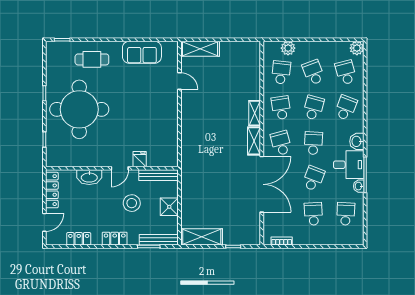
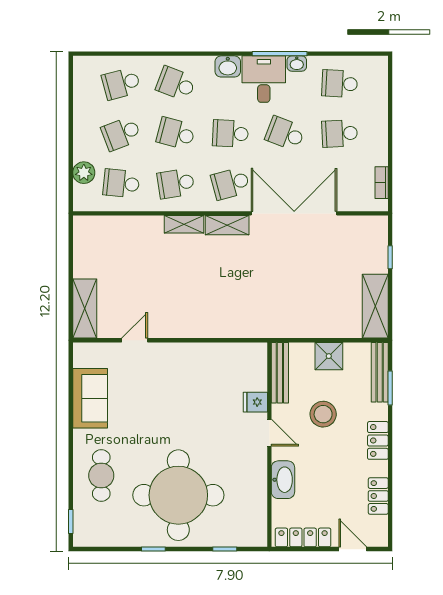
plant: (357, 48) -> (84, 67), removed

